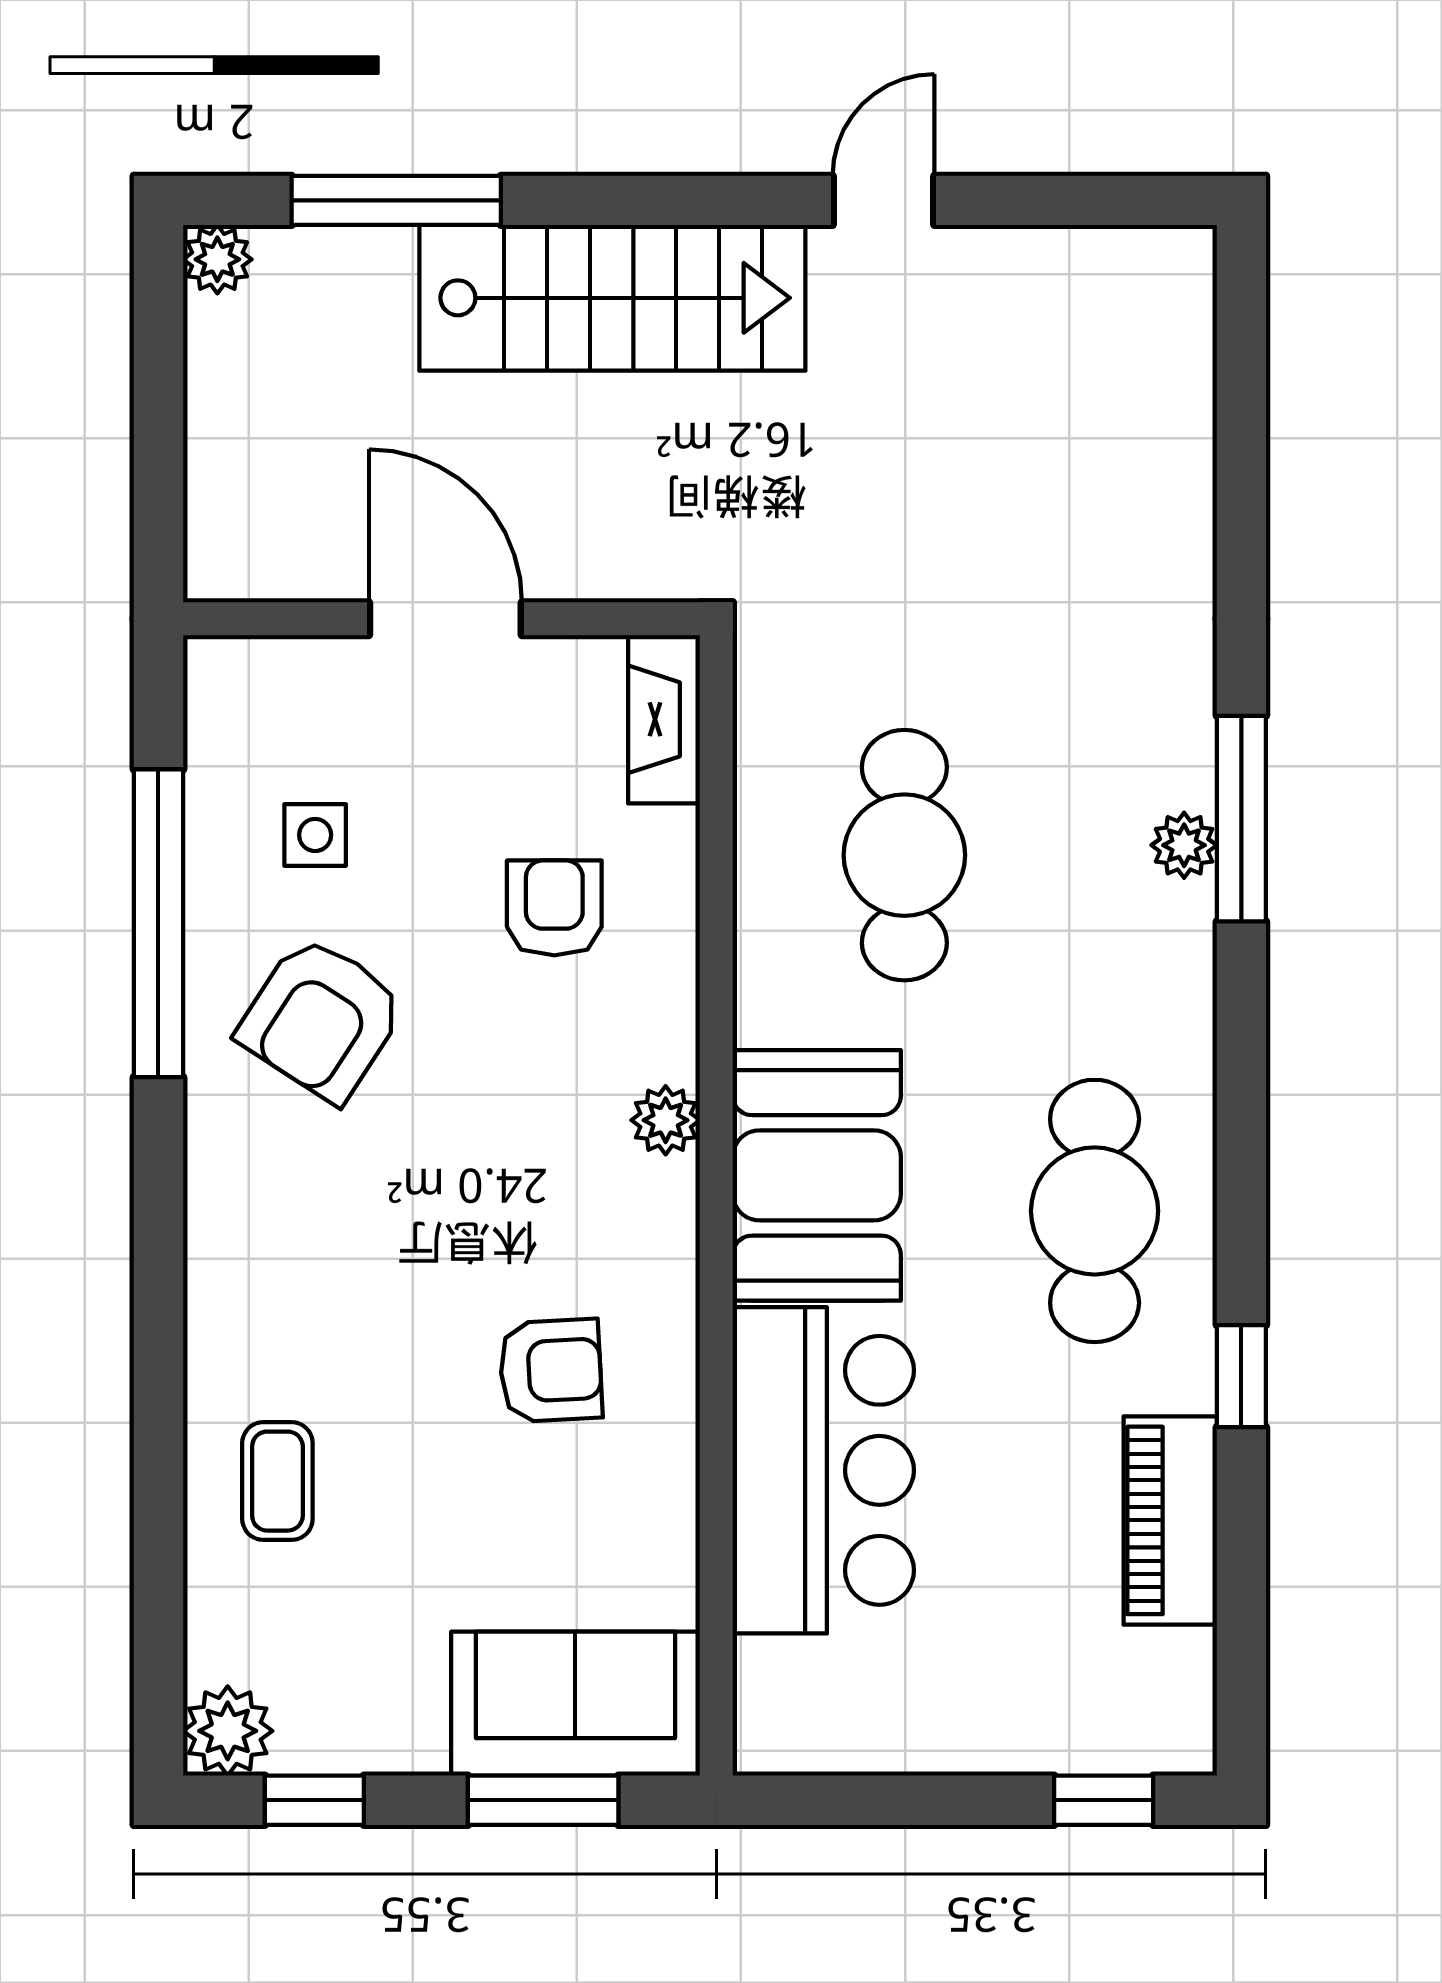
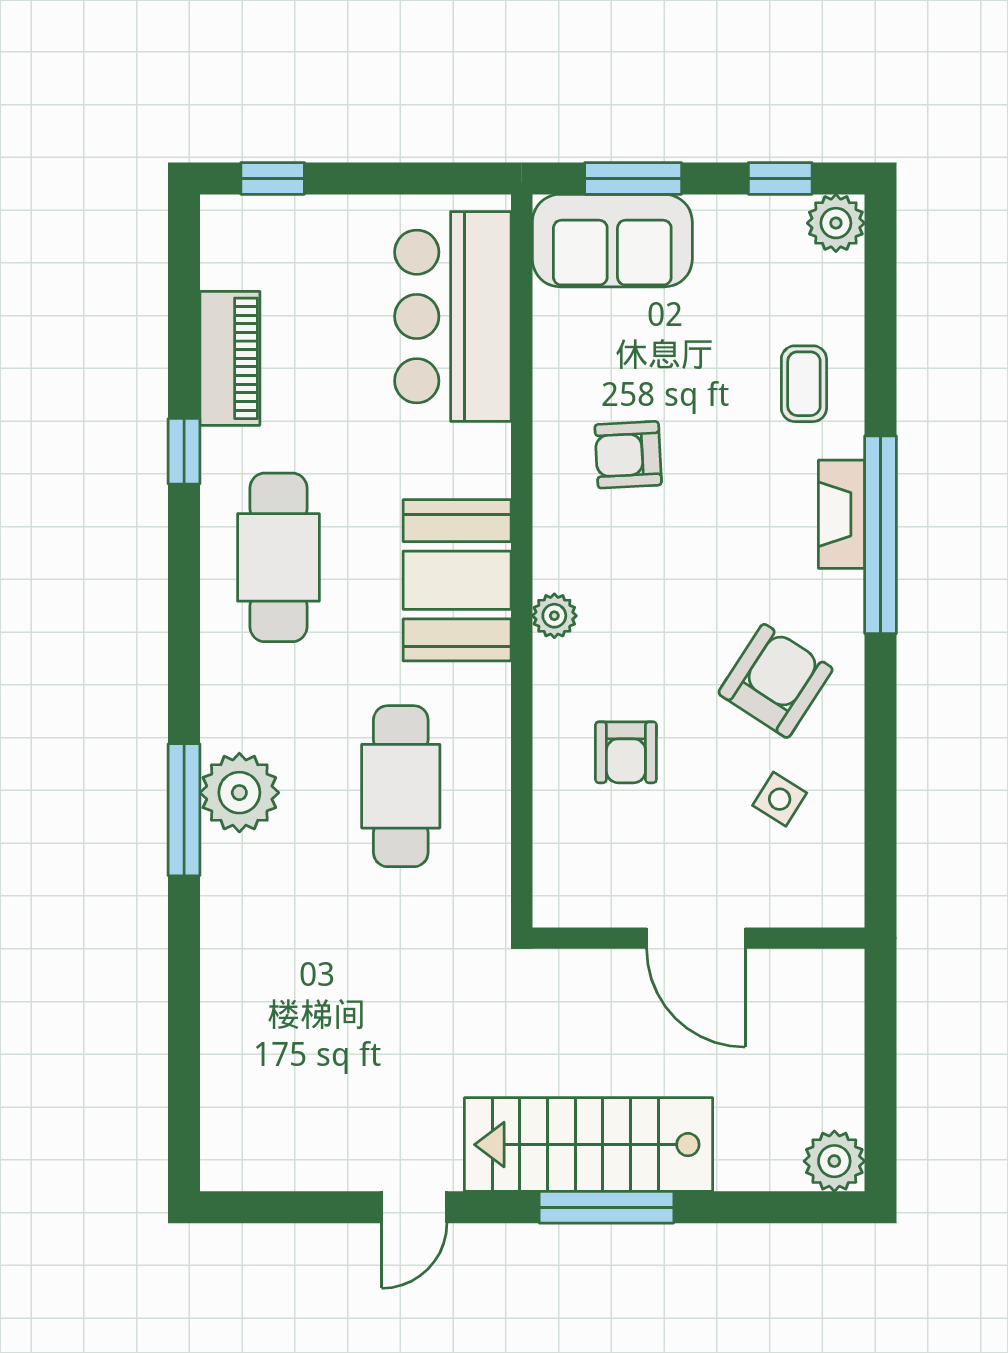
window: (396, 200) -> (607, 1207), moved
plant: (217, 259) -> (834, 1161), width x1.38, depth x1.38
fireplace: (664, 719) -> (842, 514), moved, turned 180
side table: (315, 835) -> (780, 799), turned 32
plant: (1184, 845) -> (239, 793), width x1.88, depth x1.88
window: (158, 923) -> (880, 535), moved
bar counter: (823, 1470) -> (453, 316), moved

